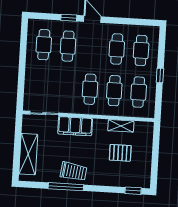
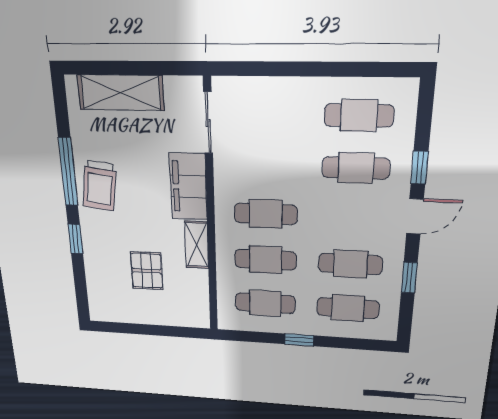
window: (124, 21) -> (409, 278), added
shelving: (121, 126) -> (197, 245), moved
window: (133, 191) -> (75, 239), moved

